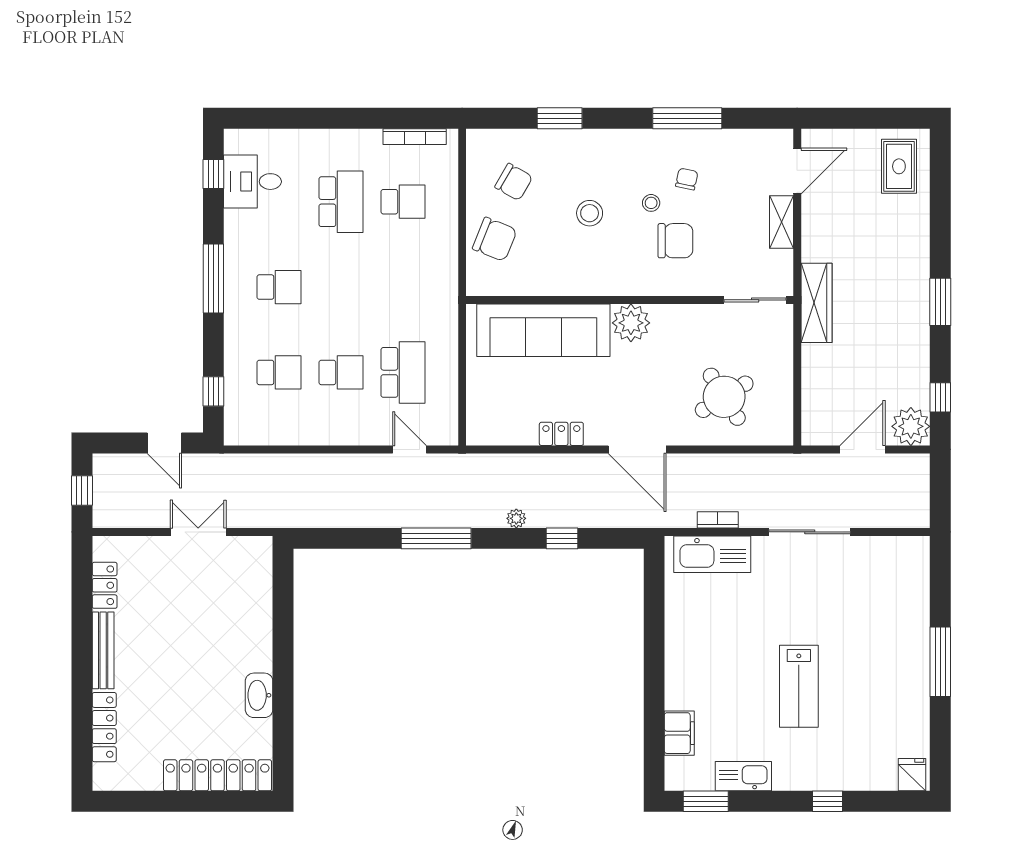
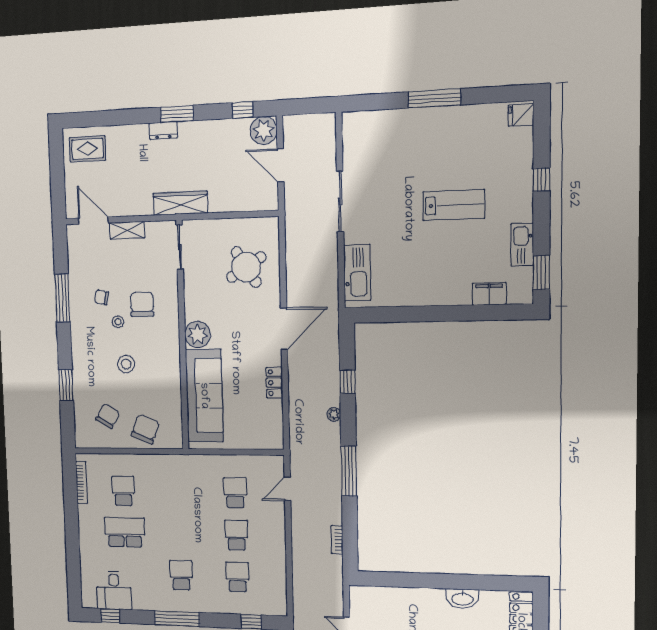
dresser: (918, 281) -> (163, 131), added
school desk: (403, 372) -> (235, 493), width x0.54
bookcase: (718, 520) -> (337, 540), moved

